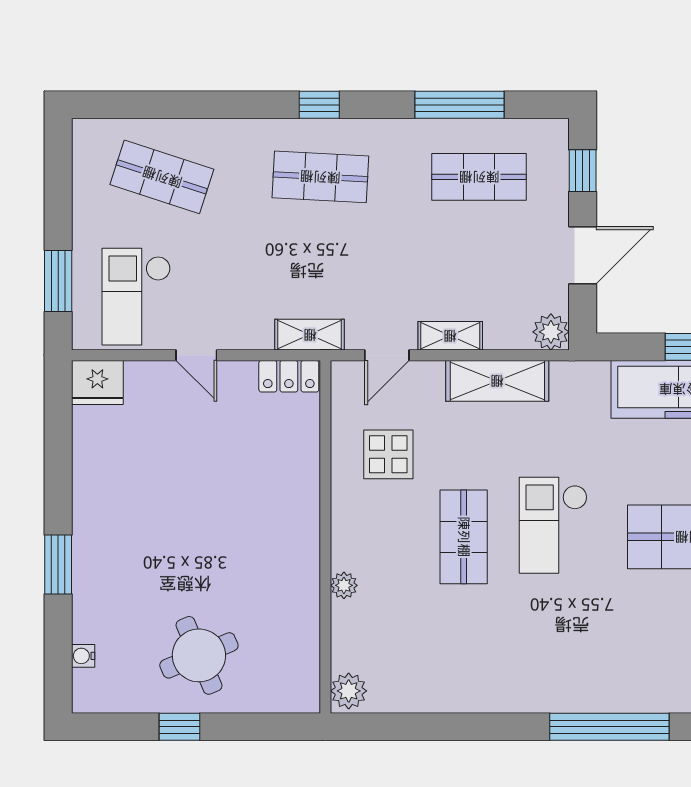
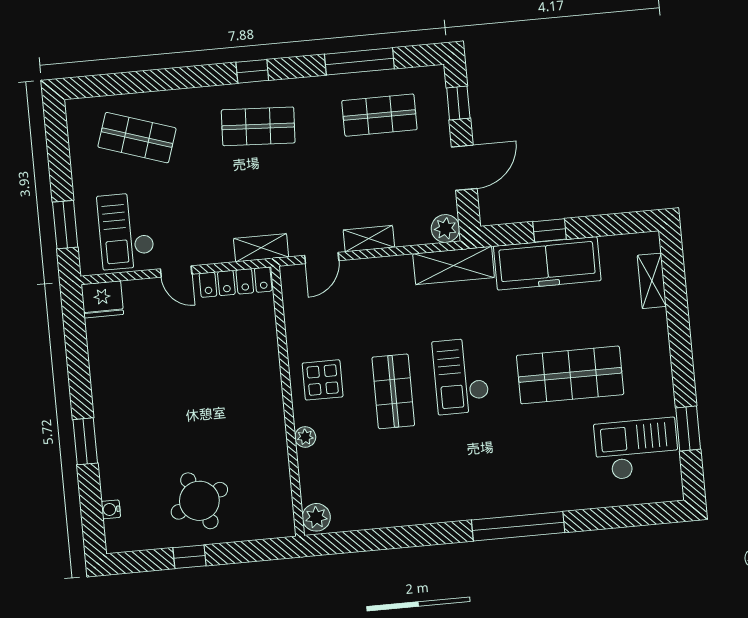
locker: (289, 376) -> (236, 282), width x1.53
shelving: (497, 381) -> (454, 266), moved
display table: (388, 454) -> (323, 380), moved

